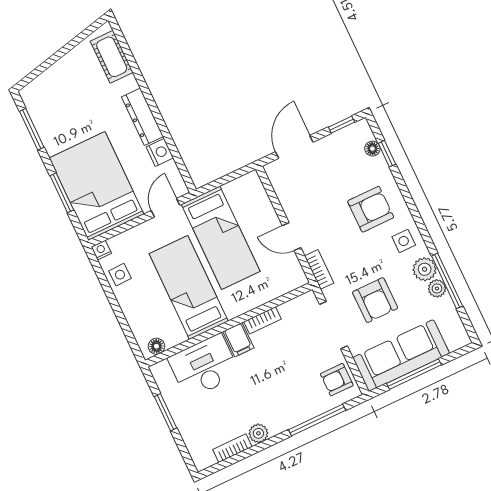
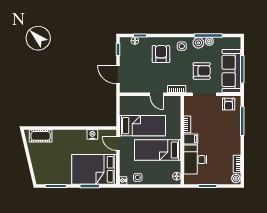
dresser: (142, 117) -> (73, 135), removed
door: (292, 237) -> (157, 94), hinge flipped
plant: (258, 433) -> (236, 179), moved

